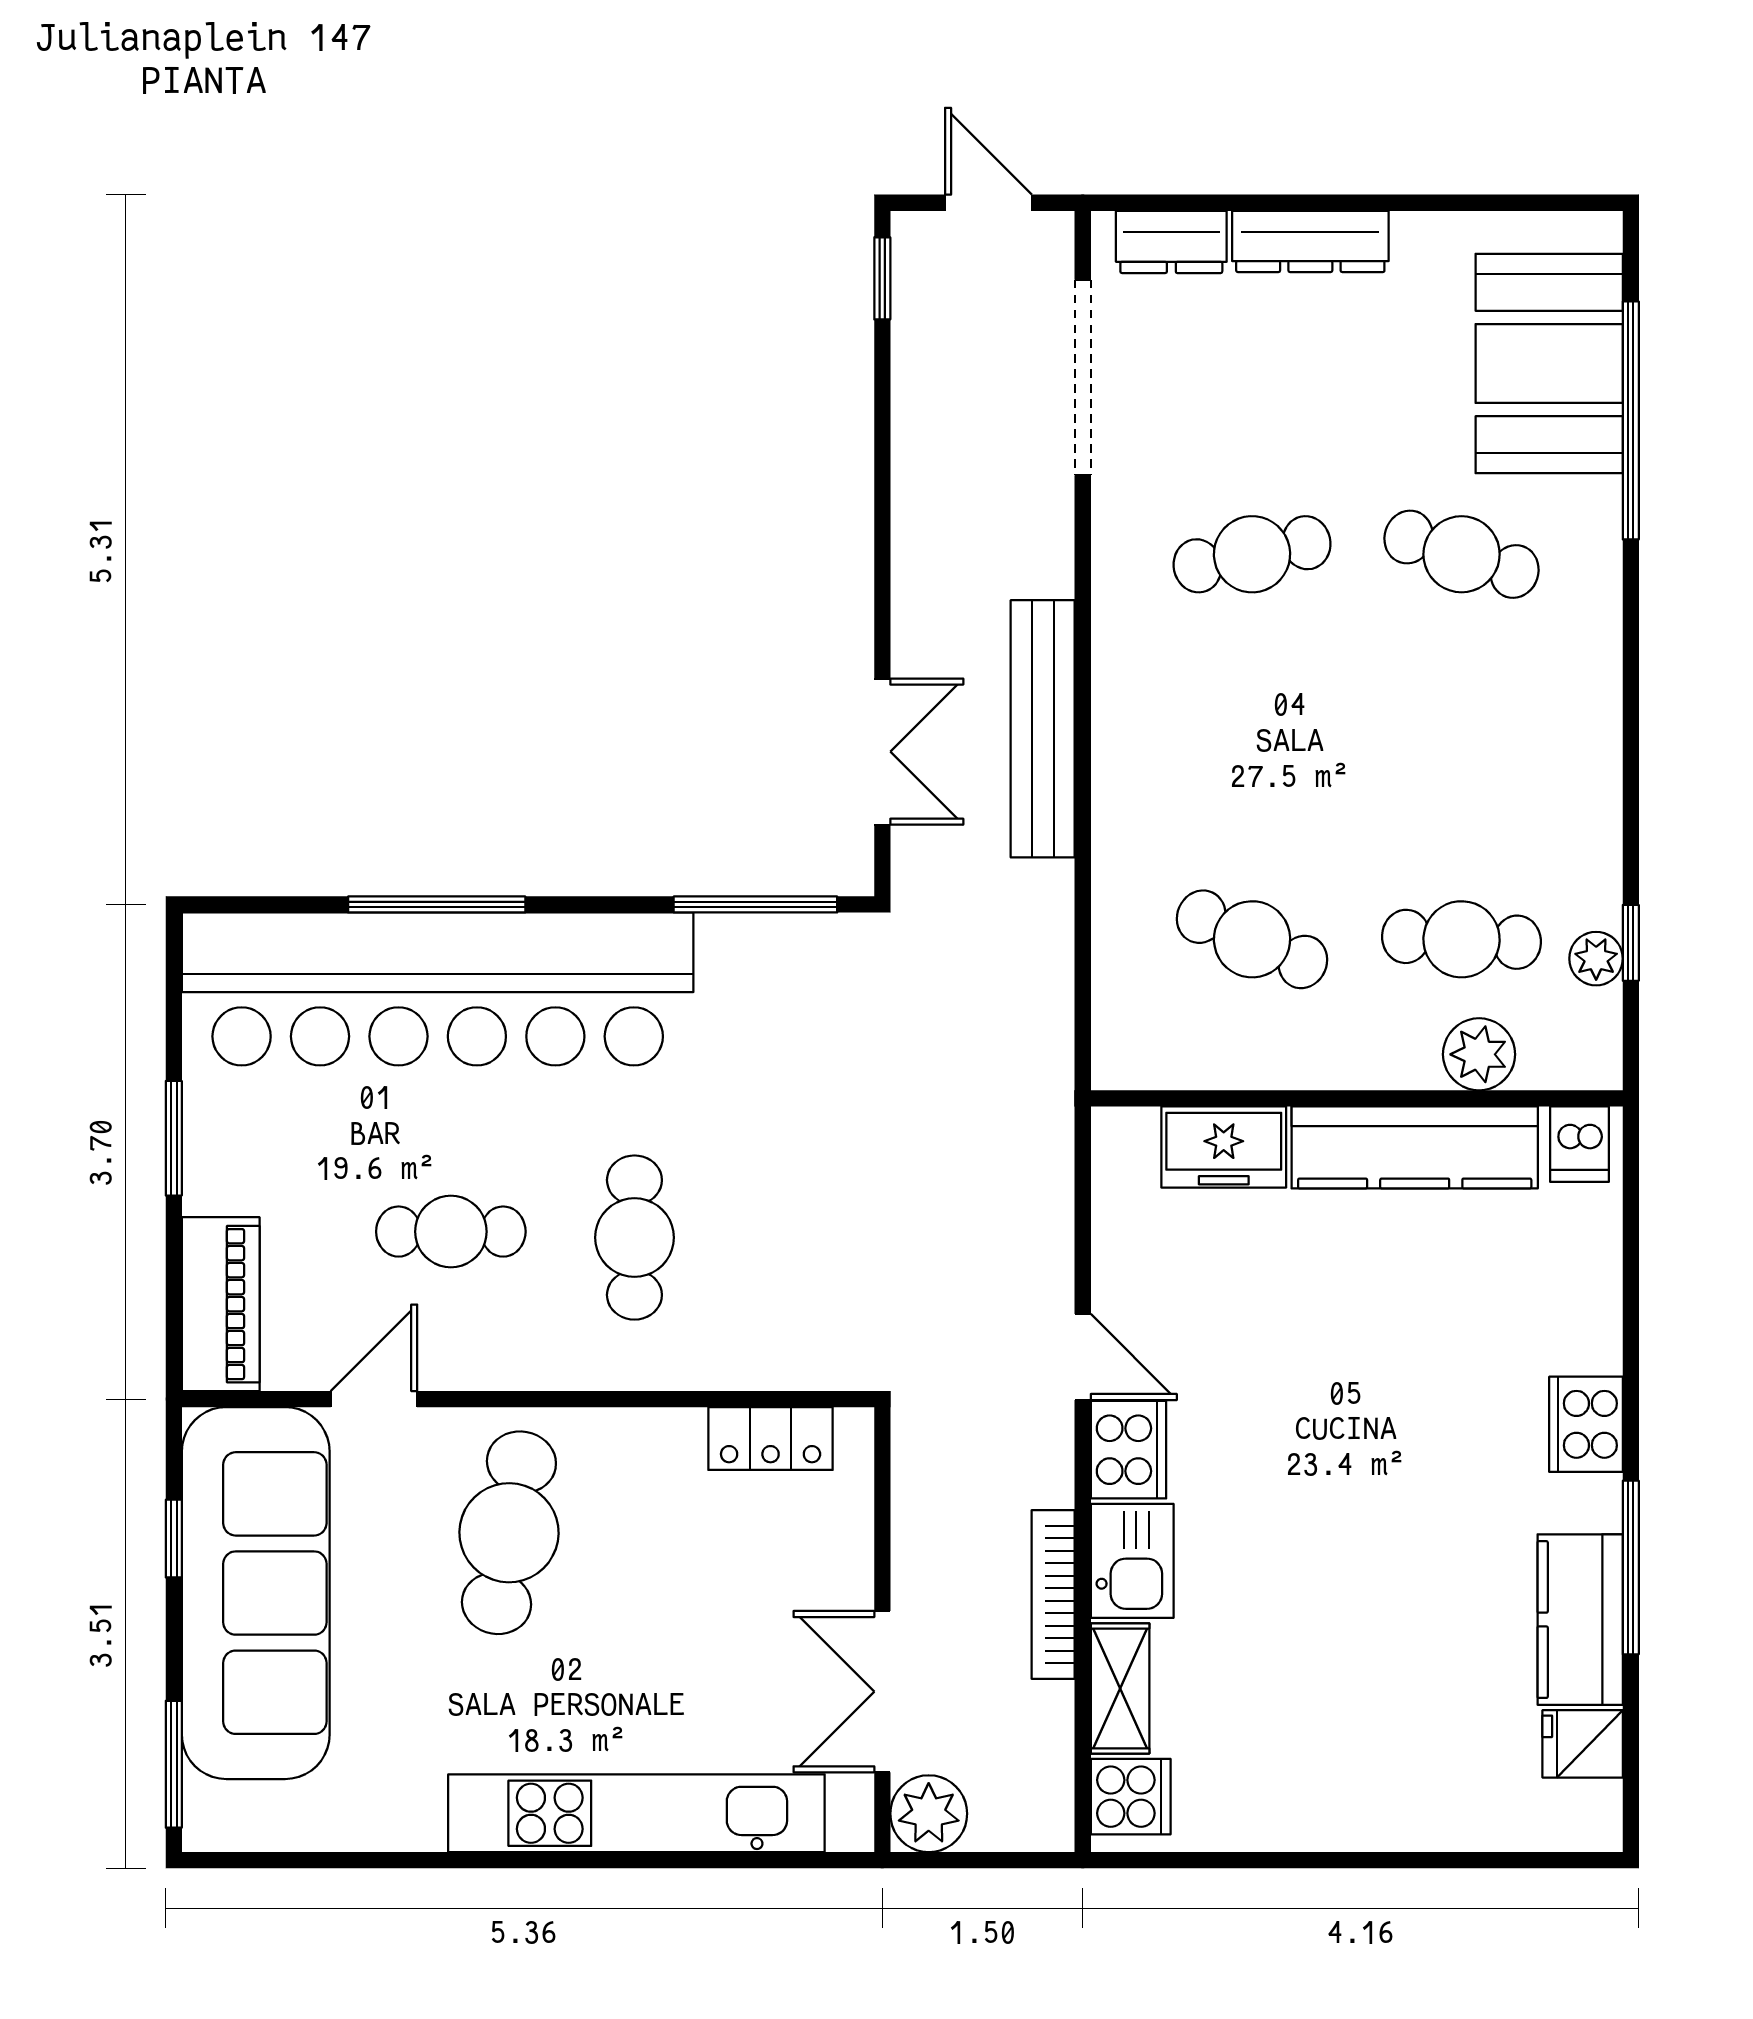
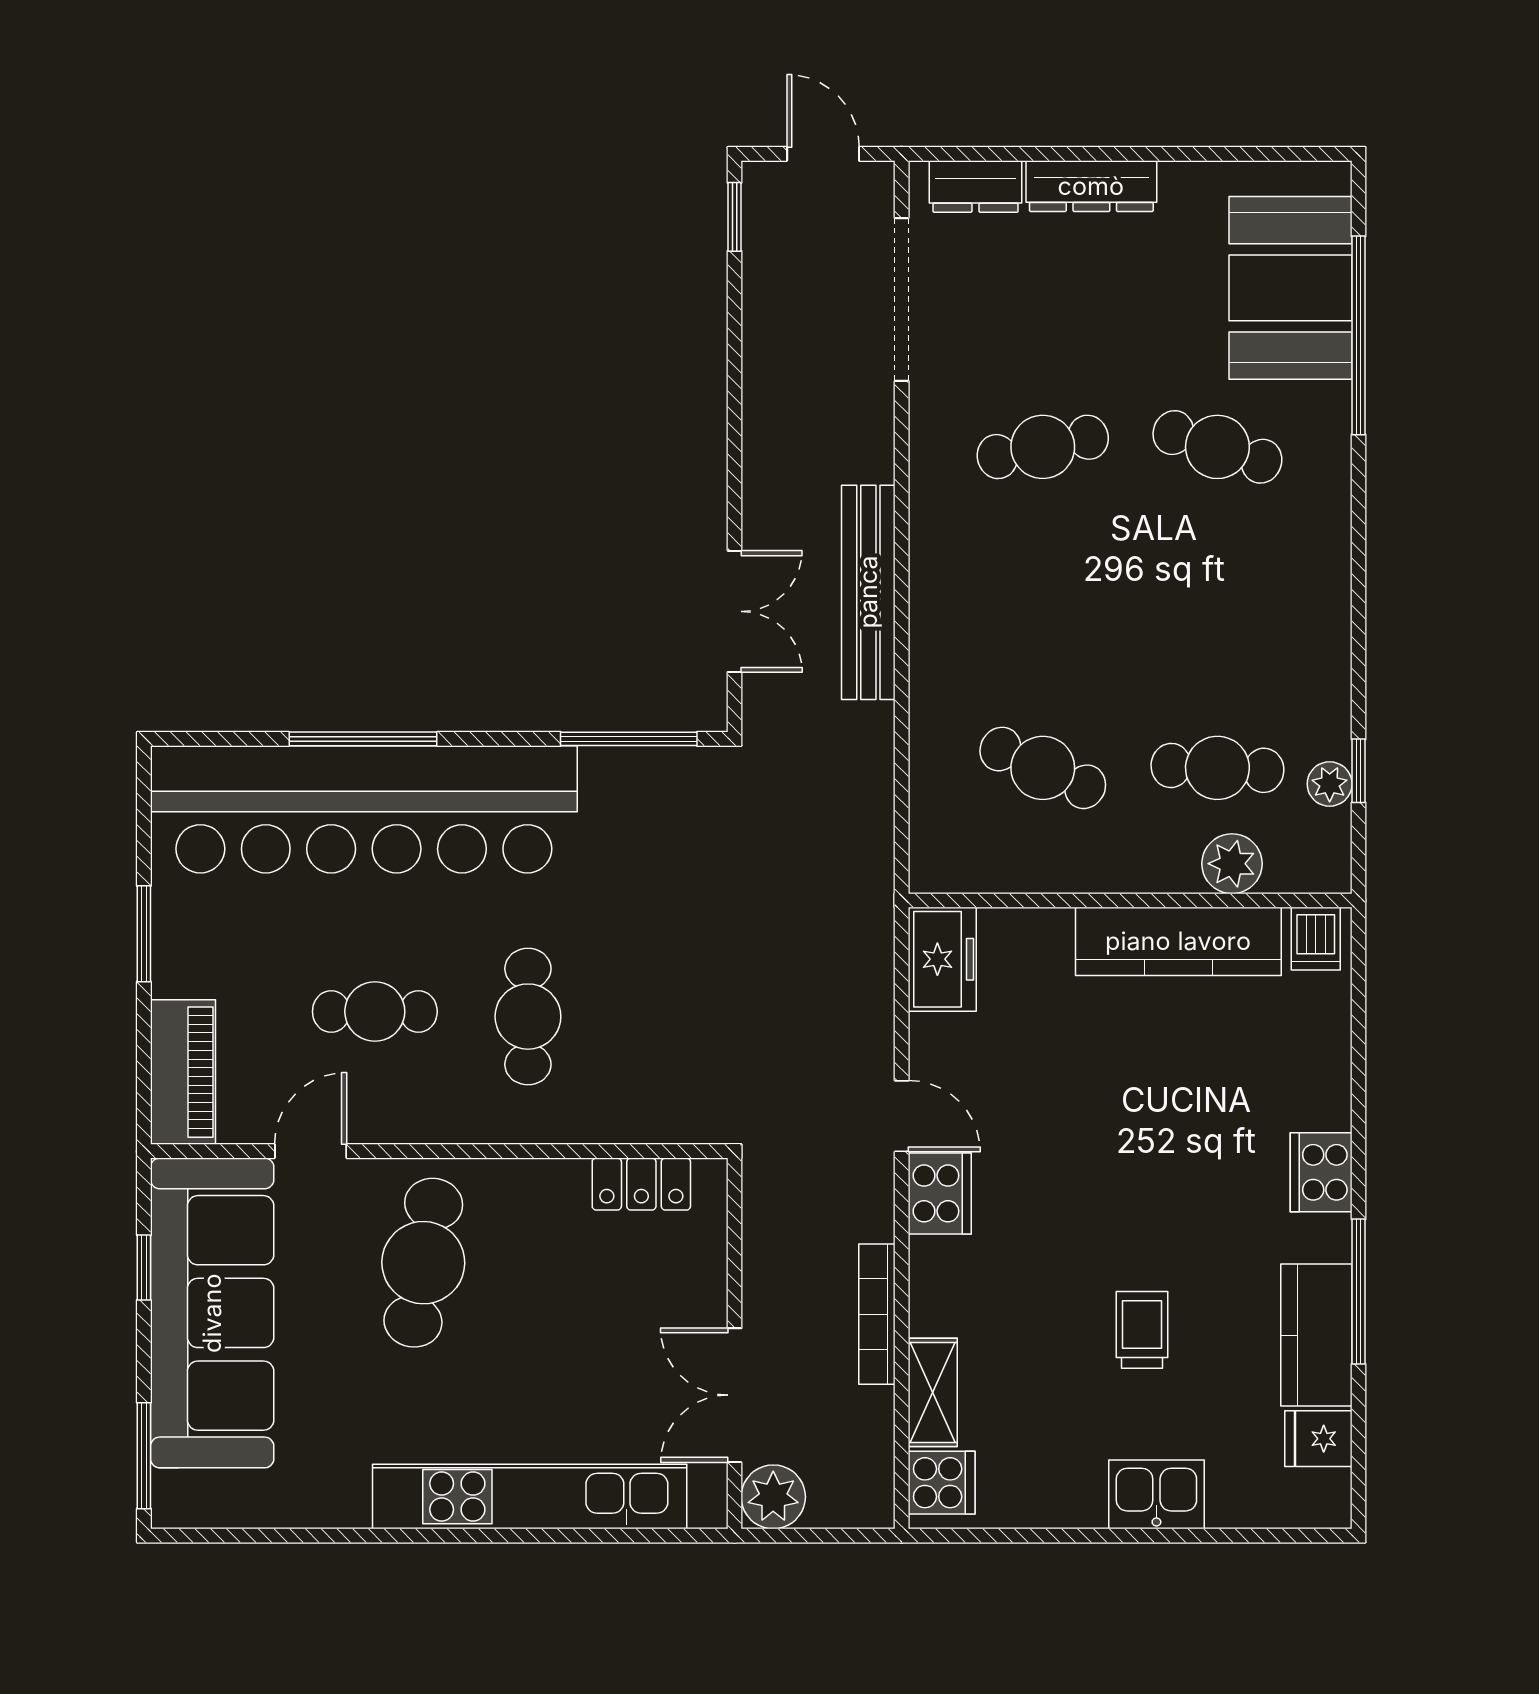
freezer: (1224, 1147) -> (942, 959), moved, turned -90
kitchen sink: (1132, 1561) -> (1156, 1494), moved, turned -90
trolley: (1371, 1613) -> (1142, 1330), added

